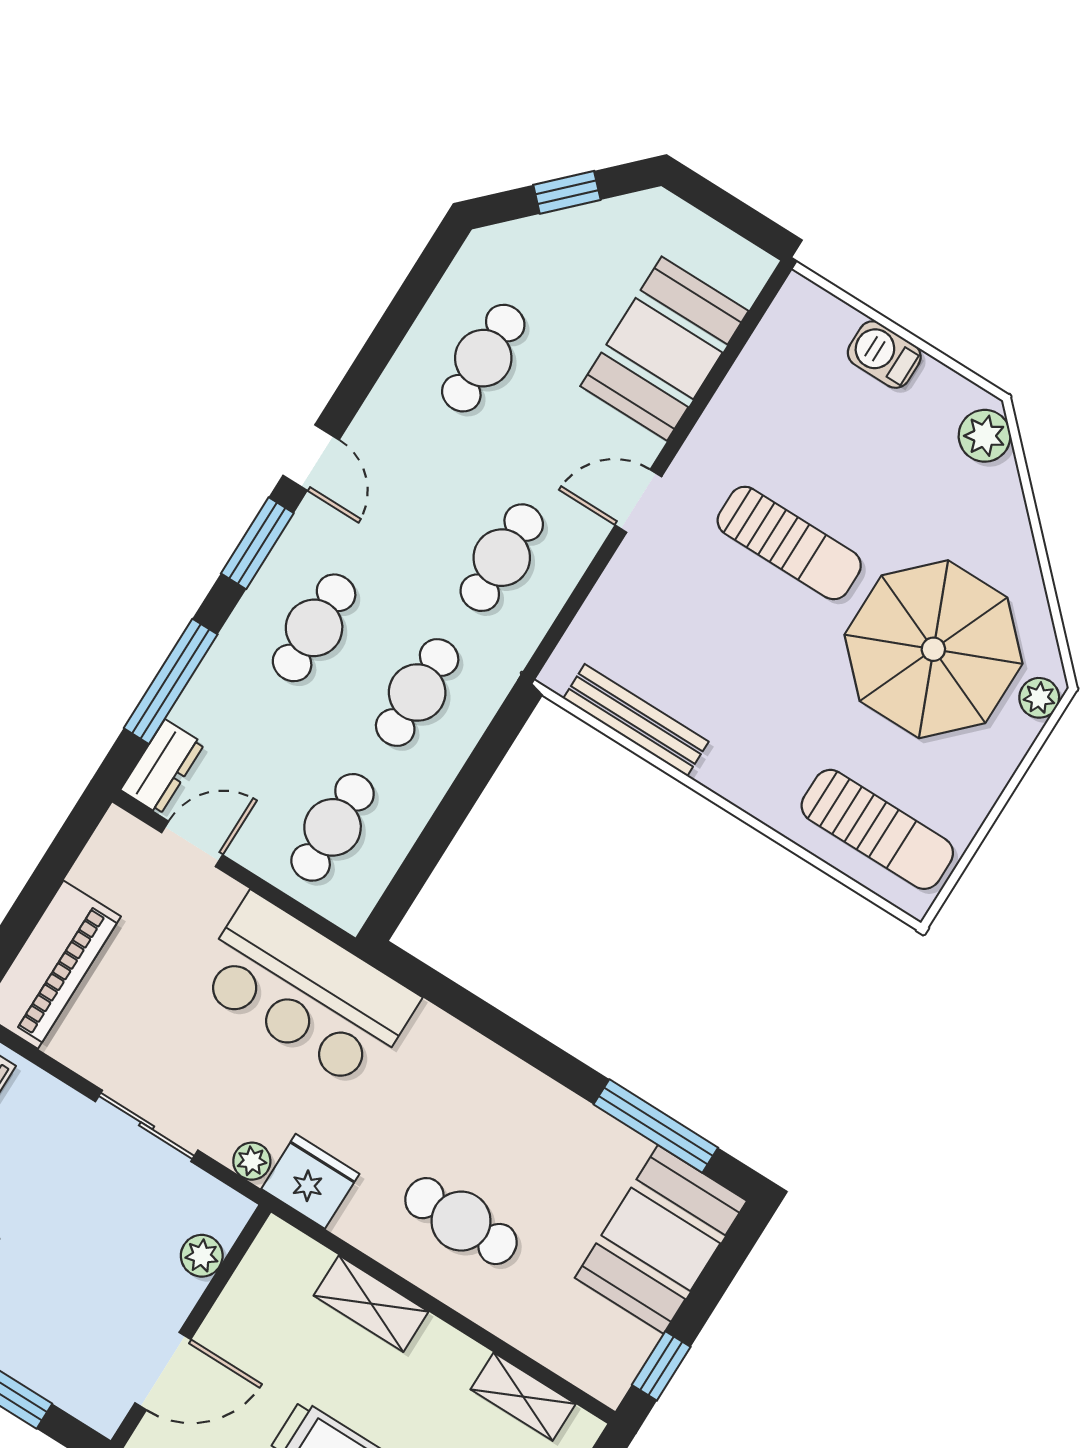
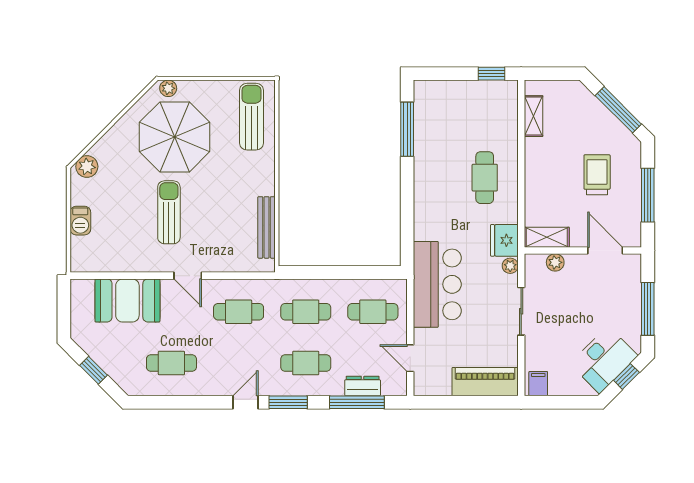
dresser: (162, 767) -> (363, 386), moved
booth: (661, 1239) -> (446, 102), removed
shelving: (371, 1304) -> (547, 237), moved, turned 90

